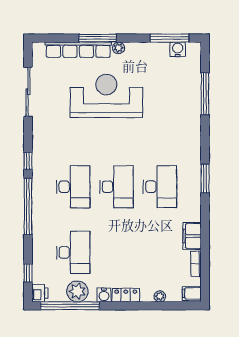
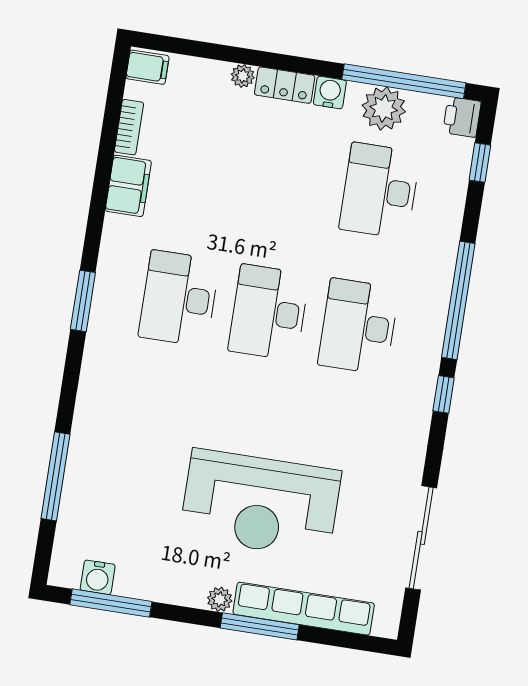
plant: (160, 296) -> (243, 76), moved

